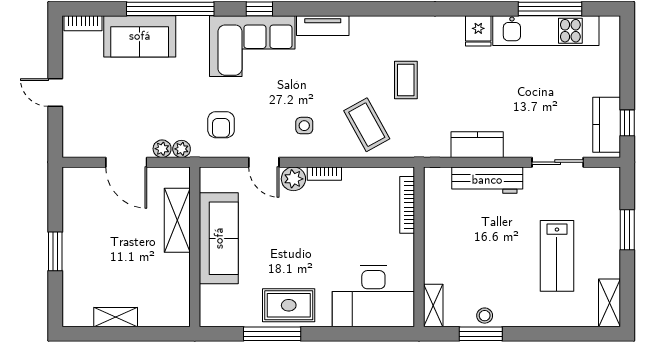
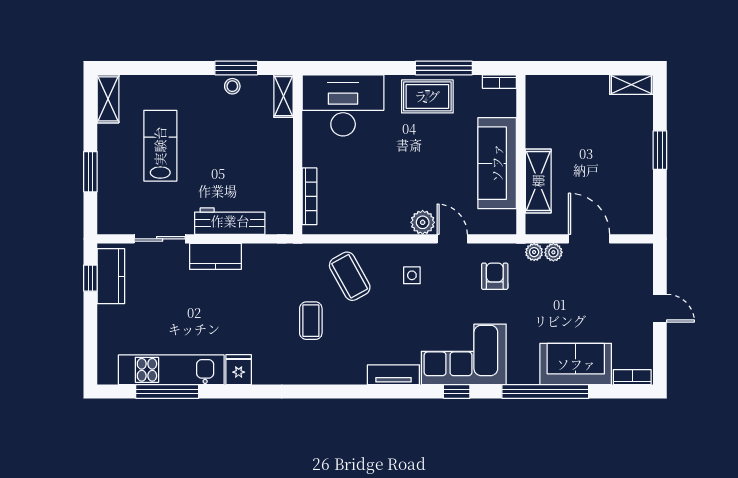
kitchen counter: (477, 145) -> (215, 256), moved
bookcase: (324, 174) -> (499, 82), moved, turned 180
shelving: (116, 317) -> (631, 85), moved

